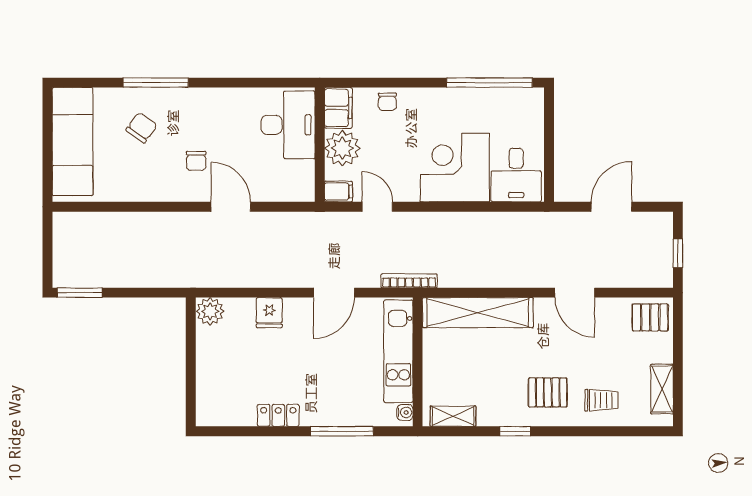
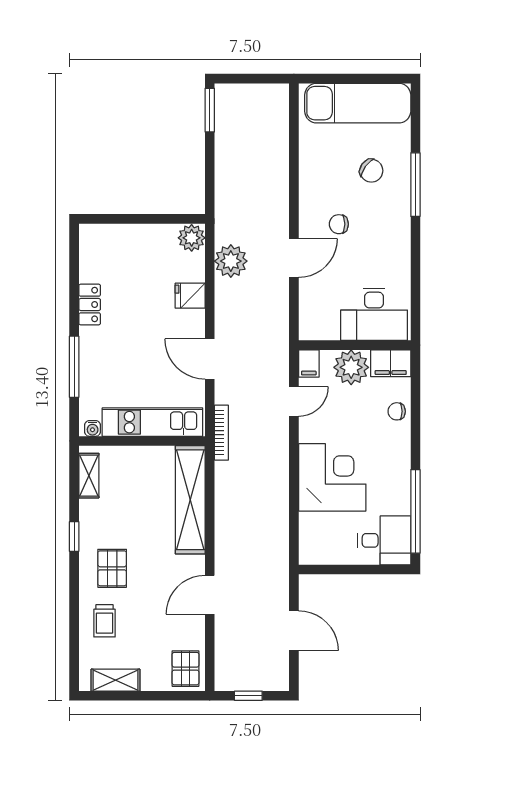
desk: (516, 175) -> (384, 540), moved, turned 180
plant: (234, 271) -> (231, 261), added

